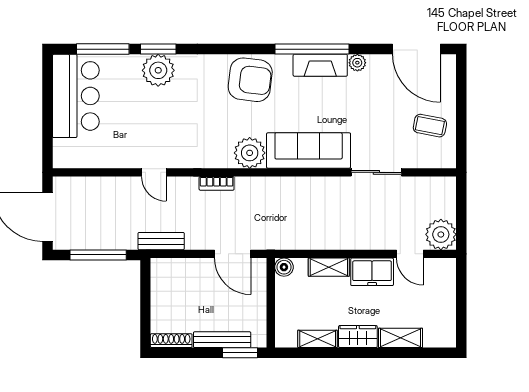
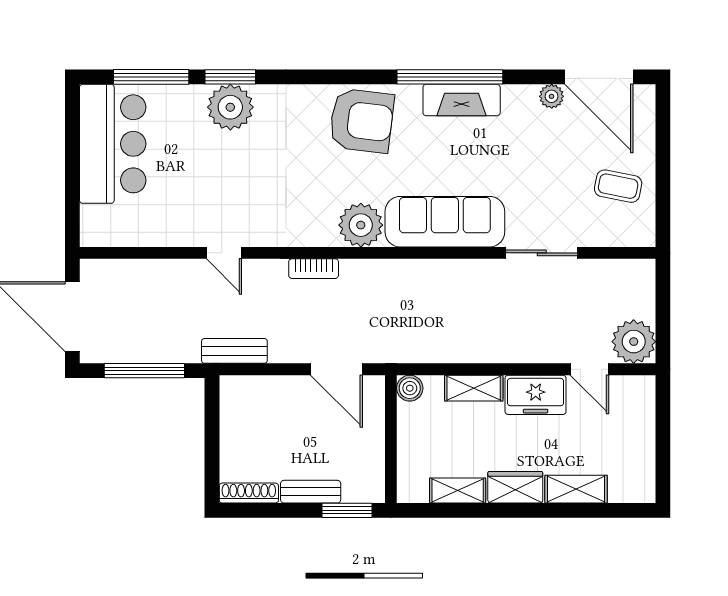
plant: (357, 63) -> (552, 96), moved
bench: (222, 340) -> (311, 492), width x0.73

